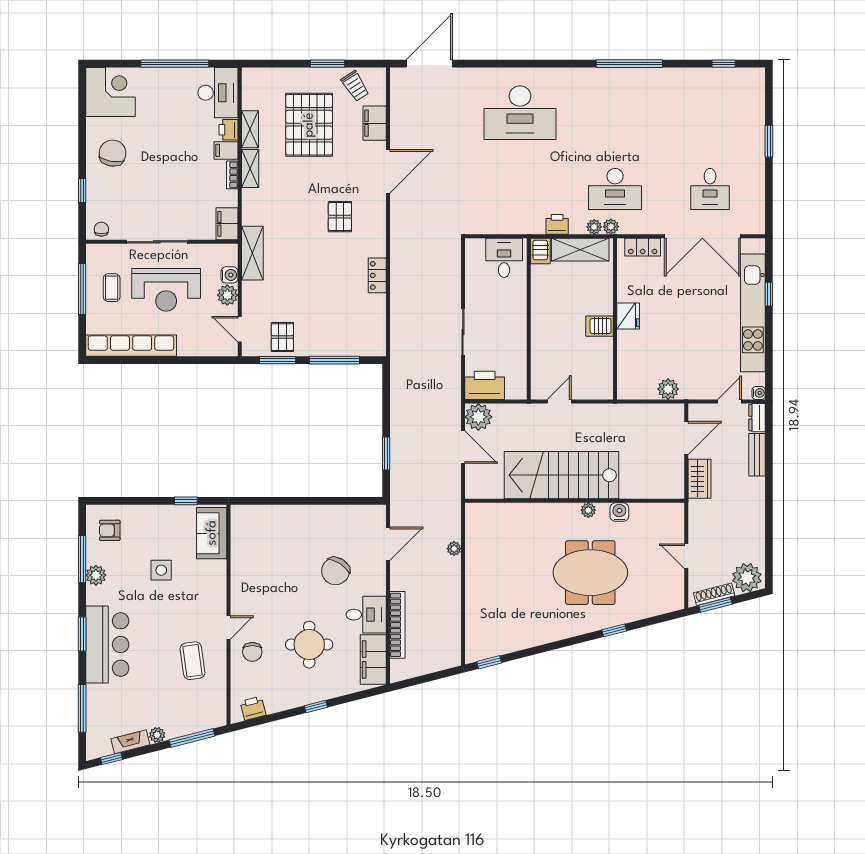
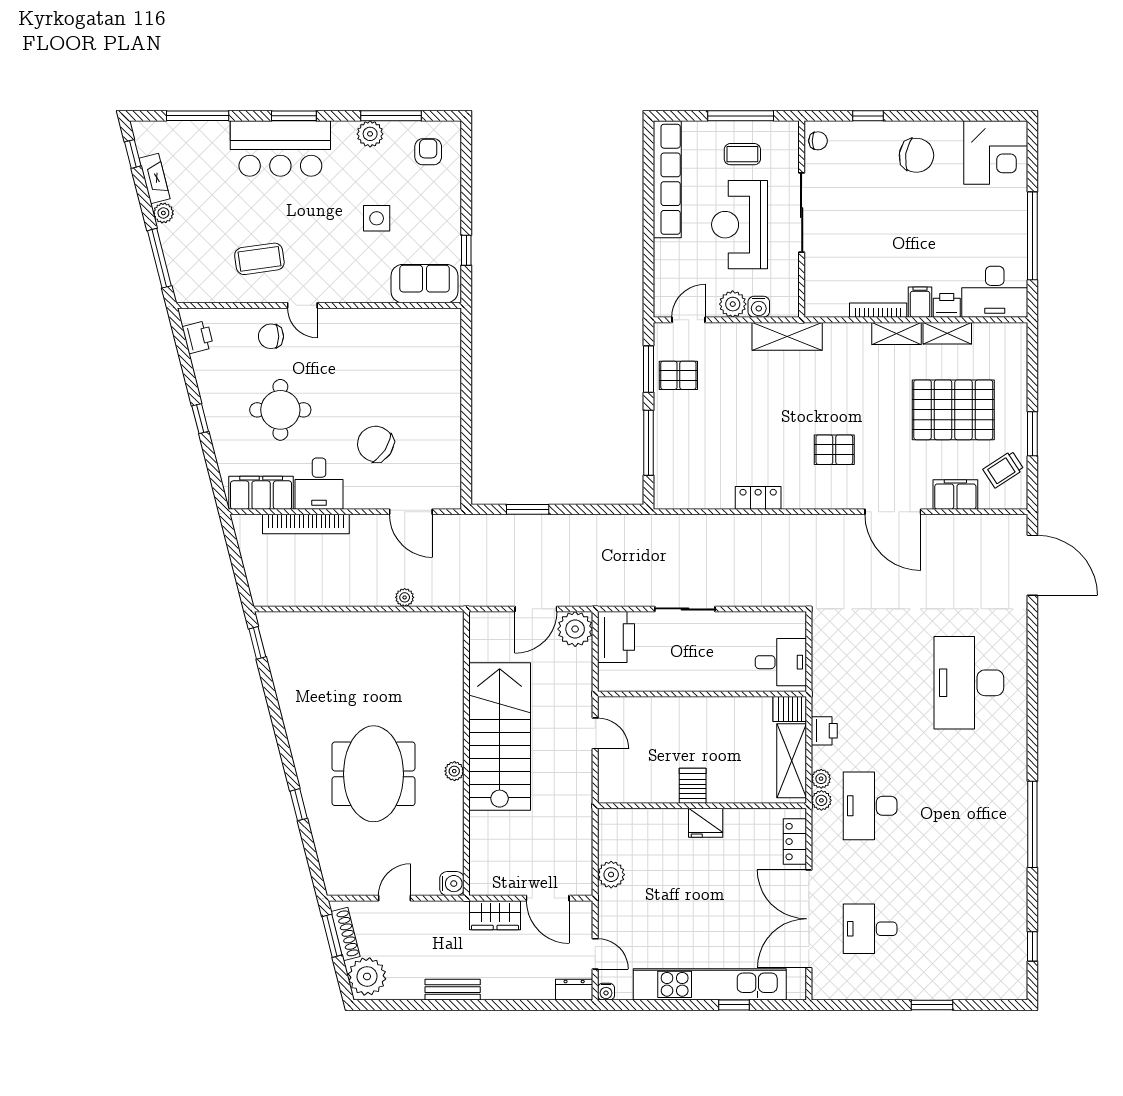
bookcase: (232, 175) -> (878, 310), width x1.56
filing cabinet: (227, 224) -> (825, 304), removed
bench: (757, 455) -> (453, 990), moved
water cooler: (619, 512) -> (452, 884), moved

